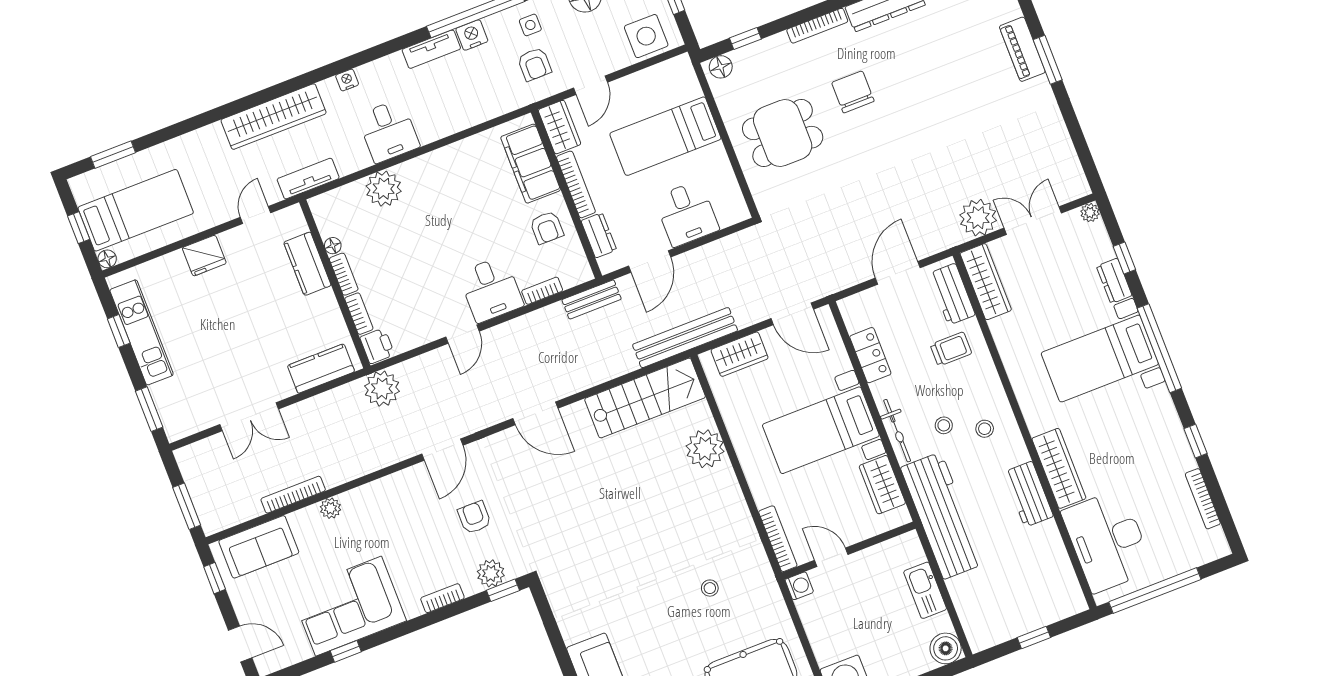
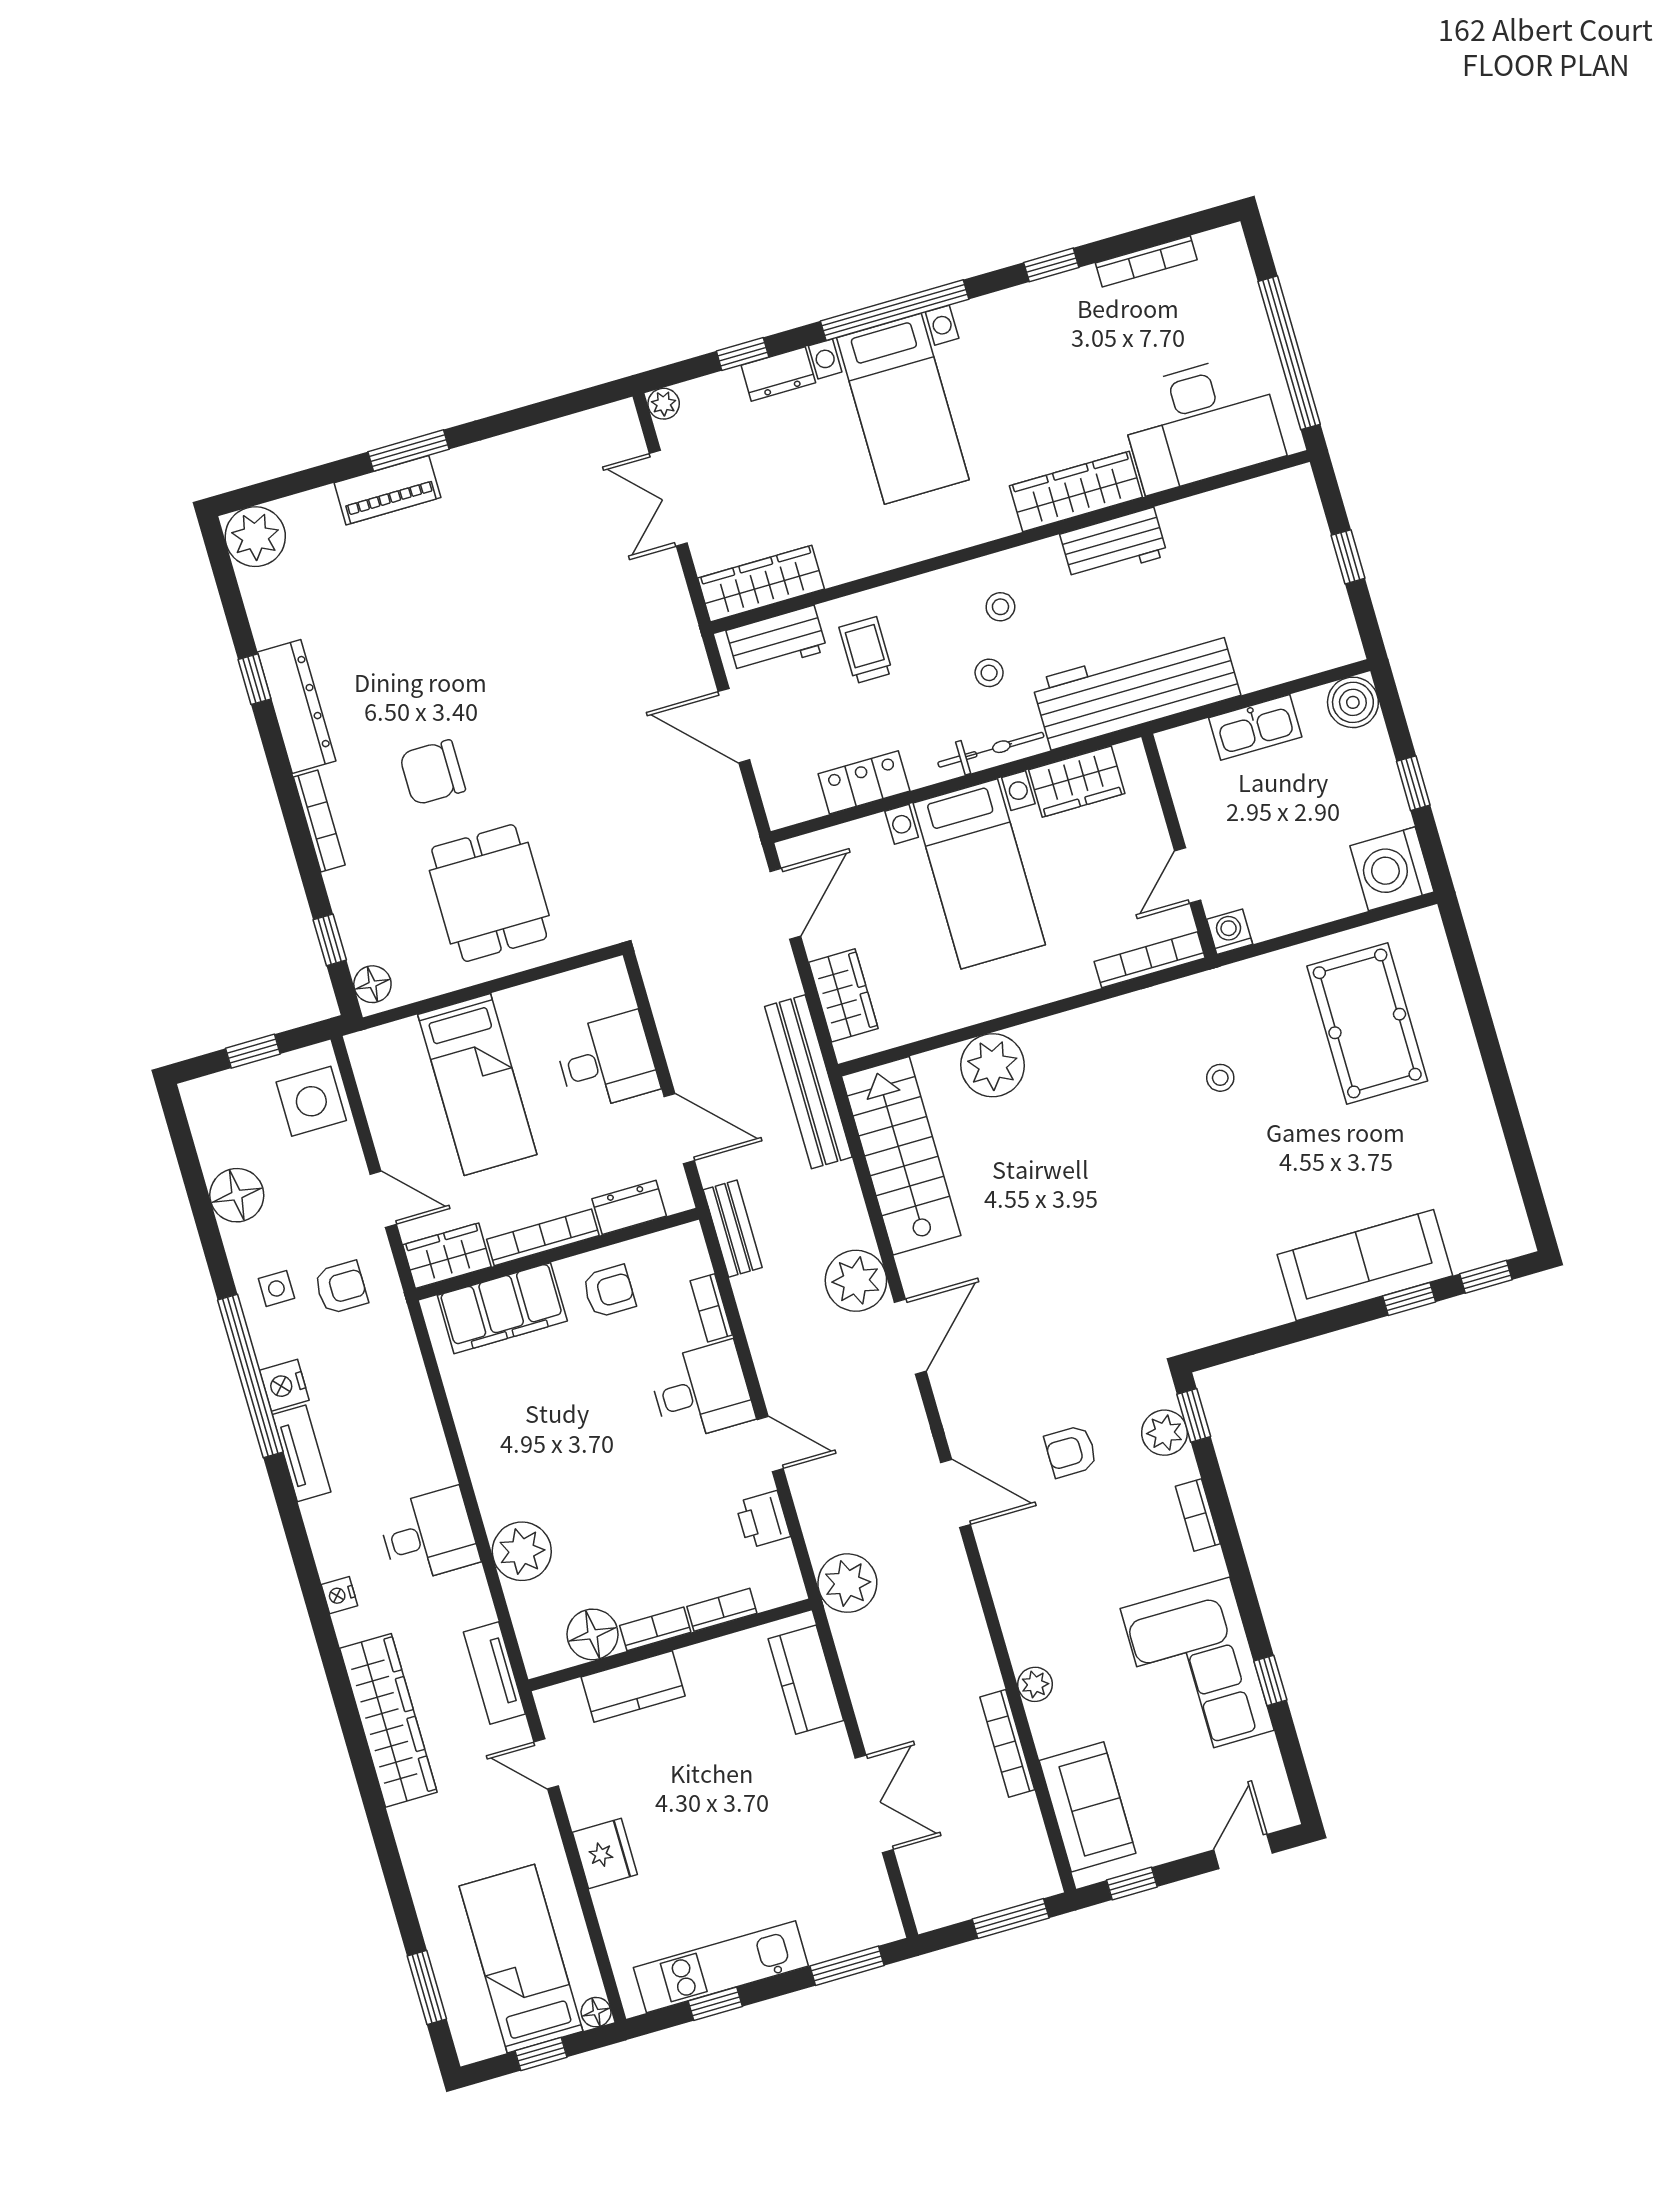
plant: (978, 218) -> (856, 1281), moved
floor lamp: (333, 246) -> (593, 1634), width x1.89, depth x1.89
printer: (377, 346) -> (763, 1519), moved, turned -90

